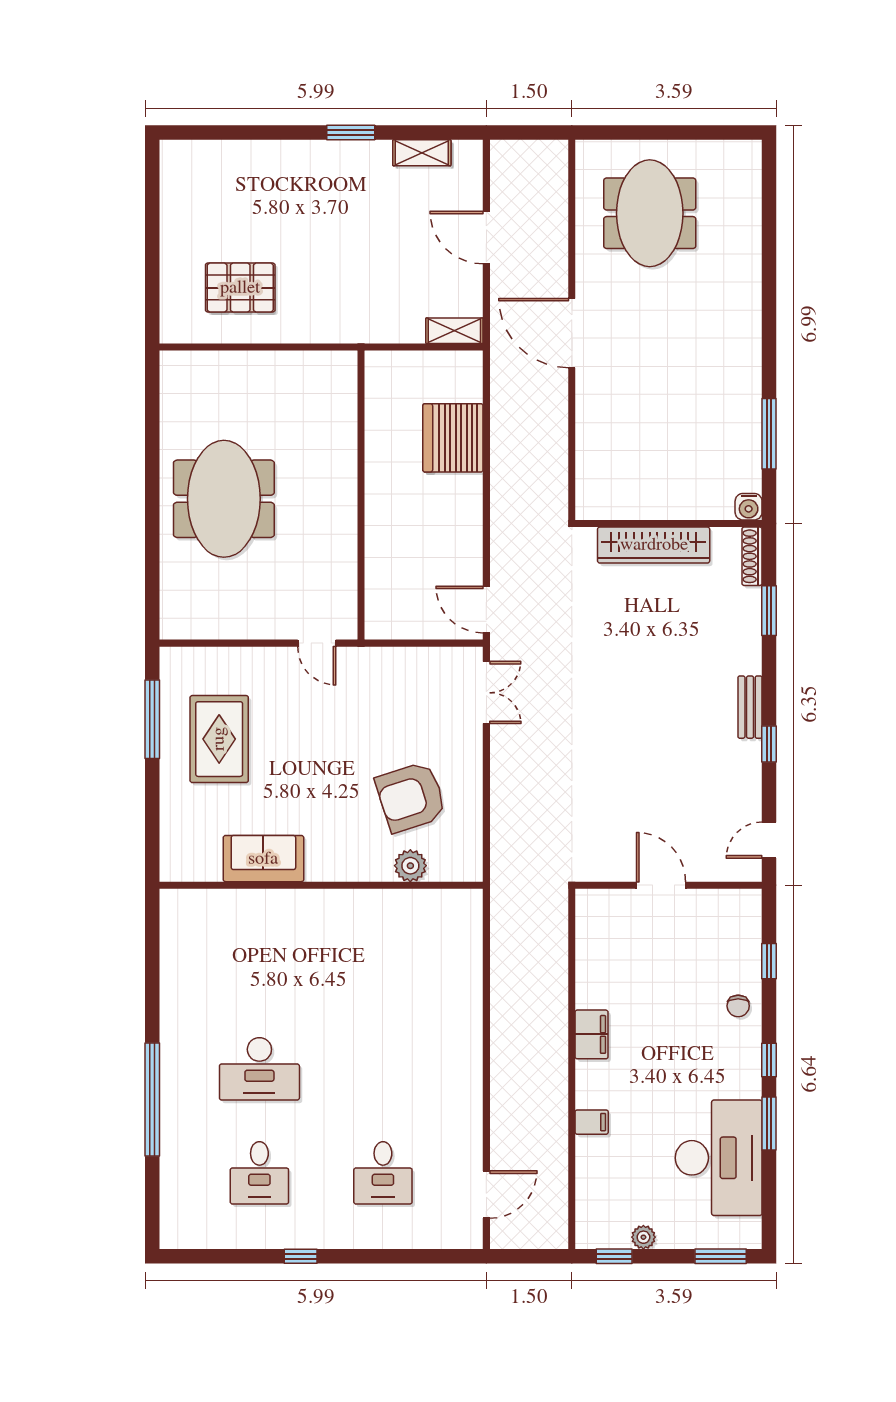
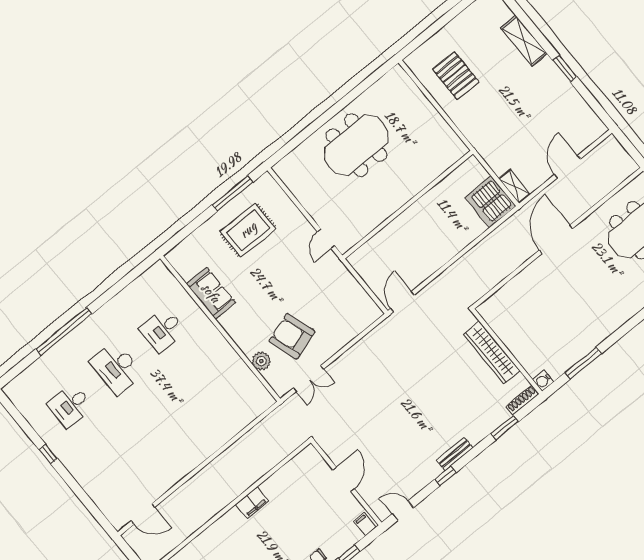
shelving: (422, 153) -> (524, 41), moved, width x1.50, depth x1.33
server rack: (453, 438) -> (490, 202), moved, turned -90
double door: (486, 693) -> (308, 379), moved
filing cabinet: (592, 1122) -> (365, 524), moved, turned 180
desk: (383, 1173) -> (162, 330), moved

